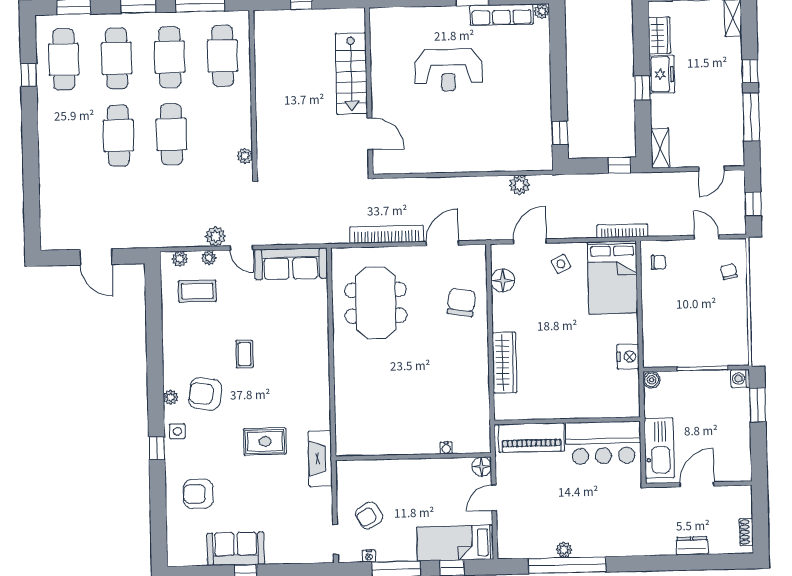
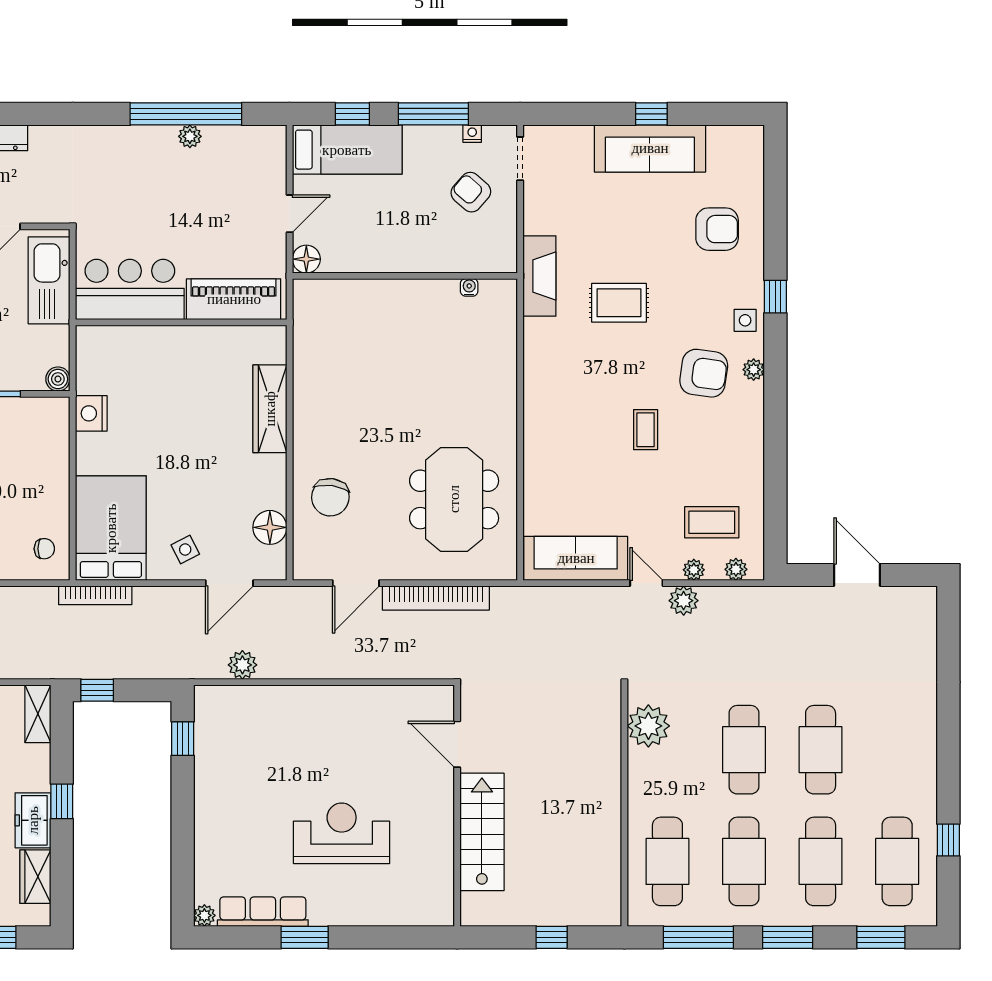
plant: (245, 156) -> (648, 726), width x1.87, depth x1.87
chair: (658, 262) -> (44, 549), turned 180
water cooler: (446, 448) -> (469, 287), moved
armchair: (369, 515) -> (471, 192), turned -108
sofa: (236, 549) -> (650, 148), width x1.36

